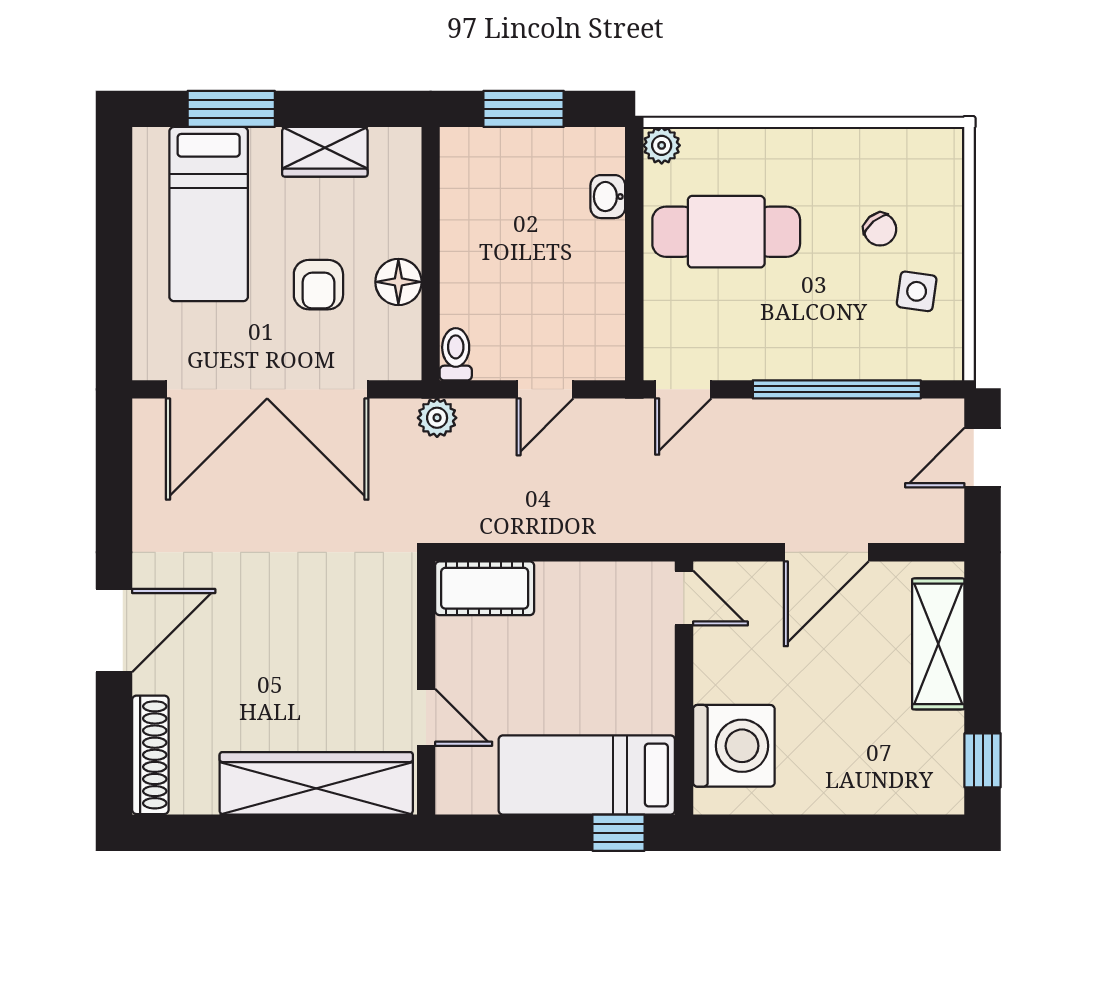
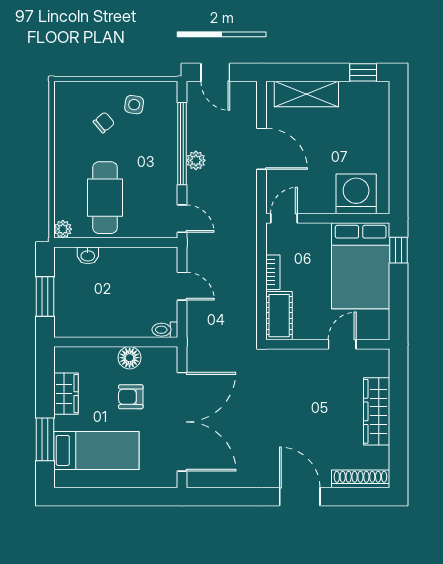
armchair: (318, 285) -> (131, 397), turned 180
plant: (437, 418) -> (196, 160), moved
bookcase: (573, 576) -> (273, 272), added
bed: (587, 775) -> (361, 266), width x1.50
wardrobe: (316, 783) -> (377, 411), width x0.71, depth x0.85

